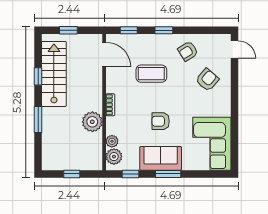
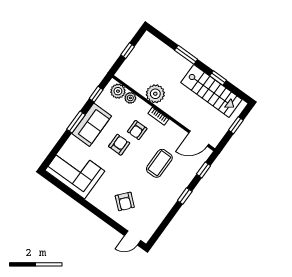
armchair: (188, 51) -> (137, 130), moved, turned -148

